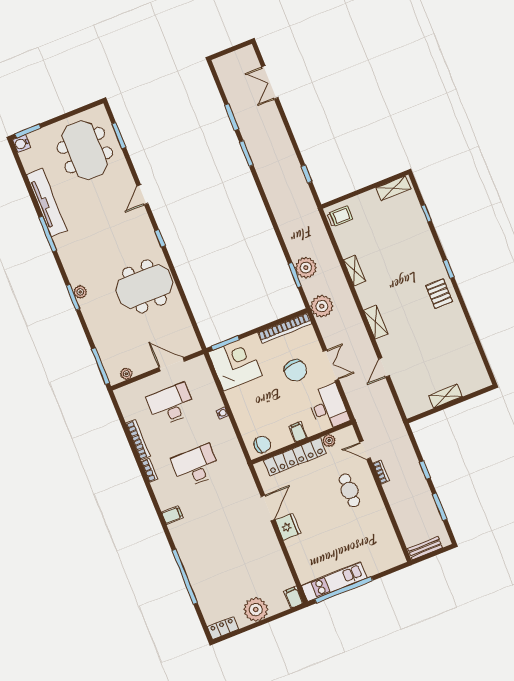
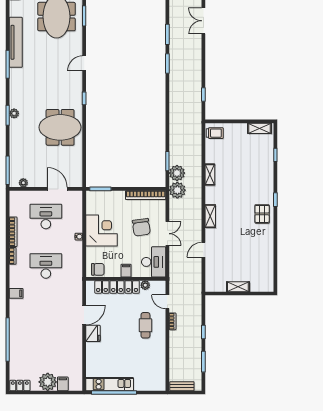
plant: (306, 268) -> (177, 173), moved
corner desk: (235, 364) -> (101, 231), moved
filing cabinet: (294, 597) -> (63, 384), moved

